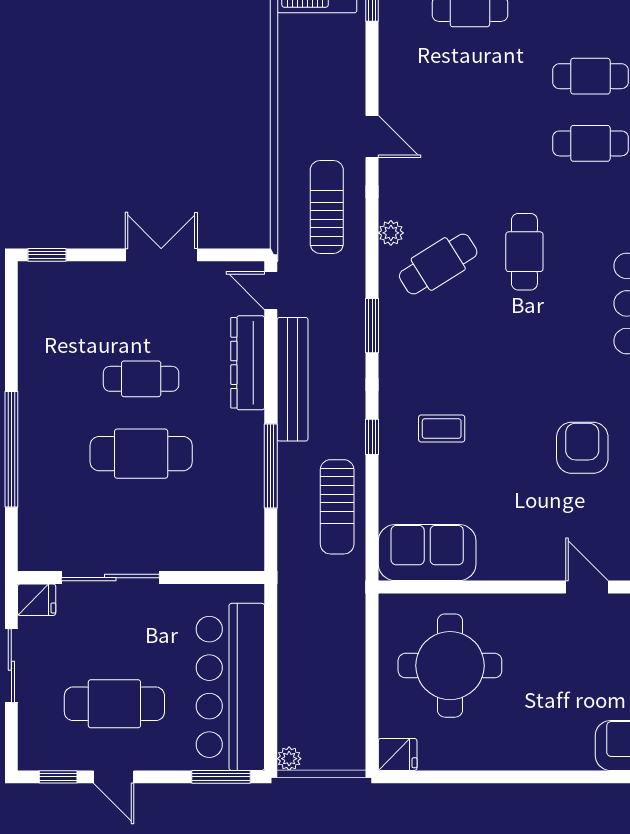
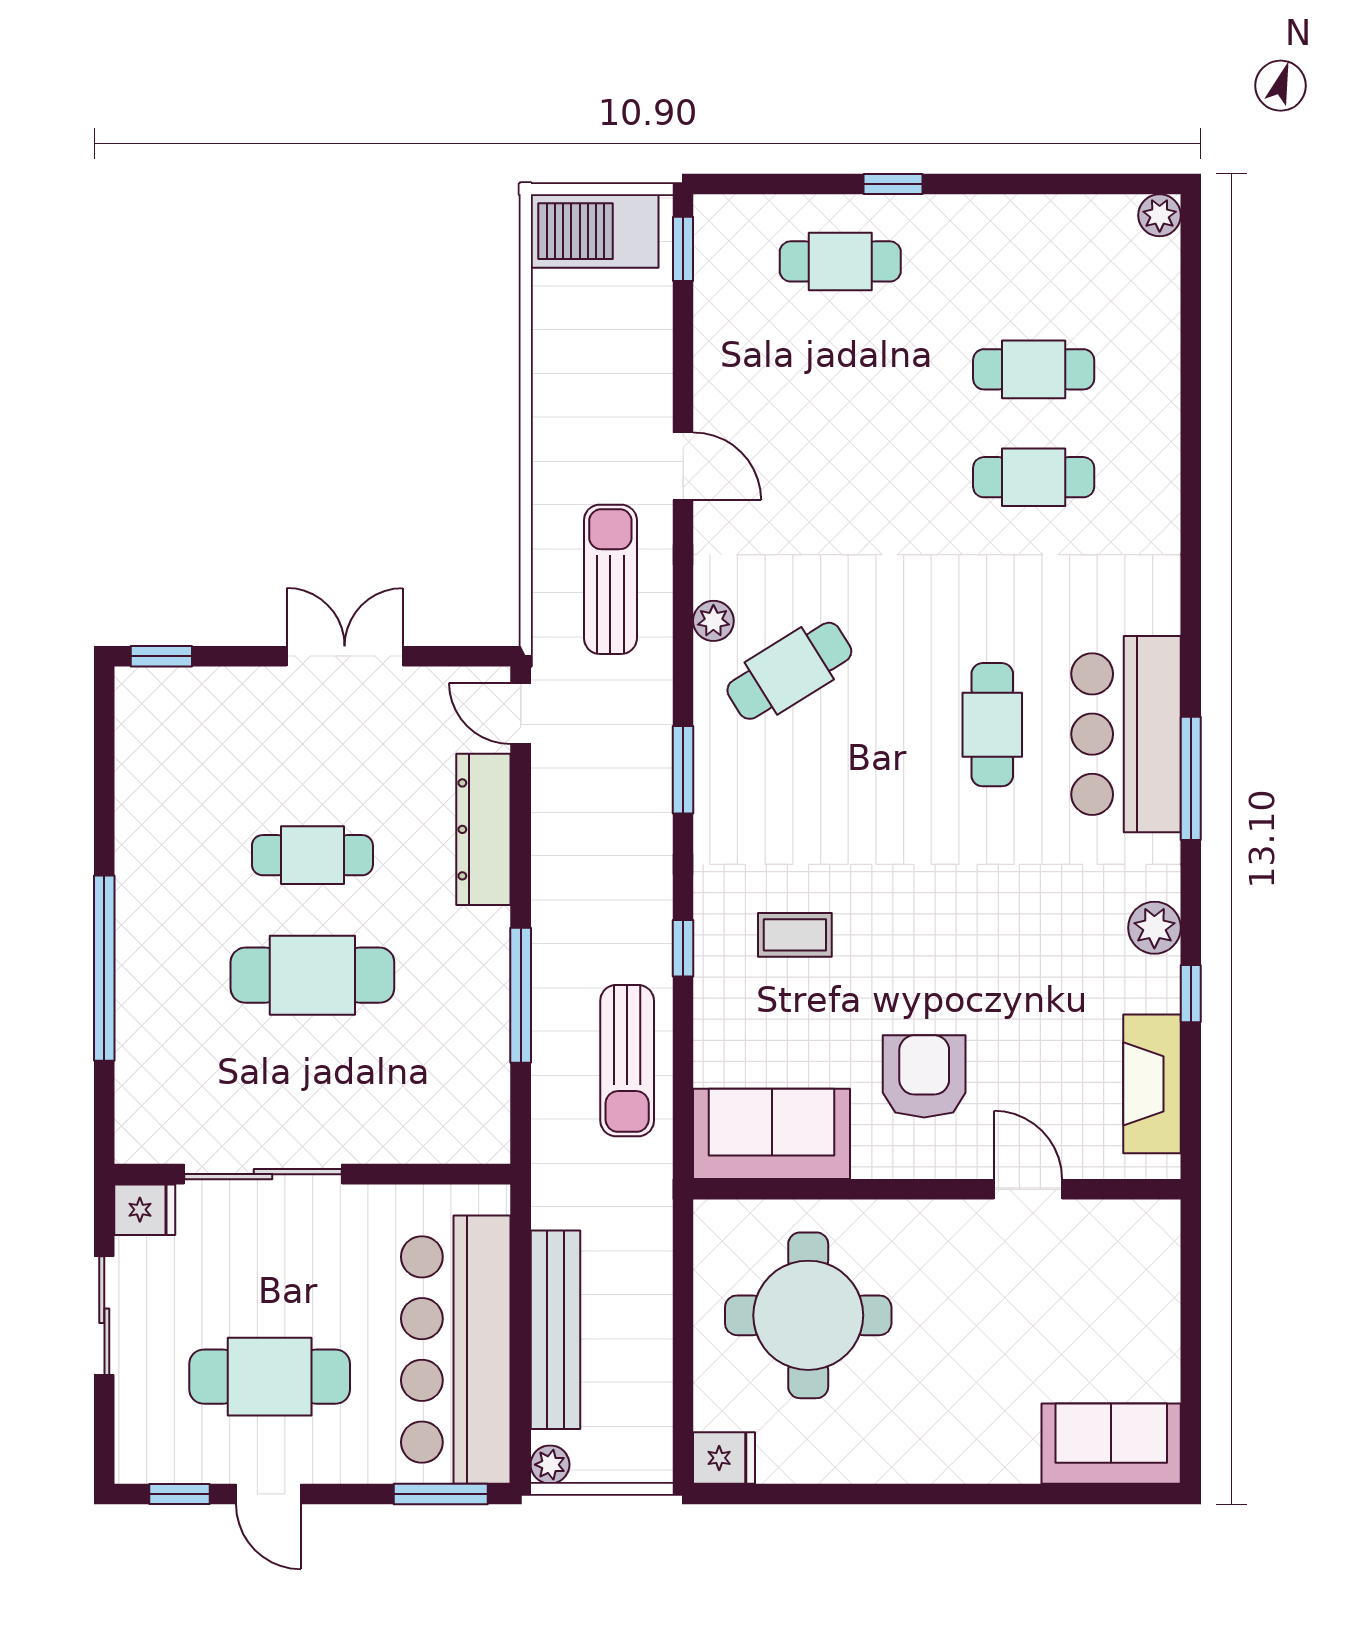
cafe table: (524, 252) -> (992, 725), moved
bench: (293, 379) -> (555, 1330), moved
armchair: (582, 448) -> (924, 1076), moved

